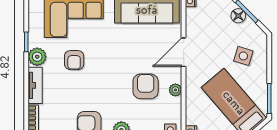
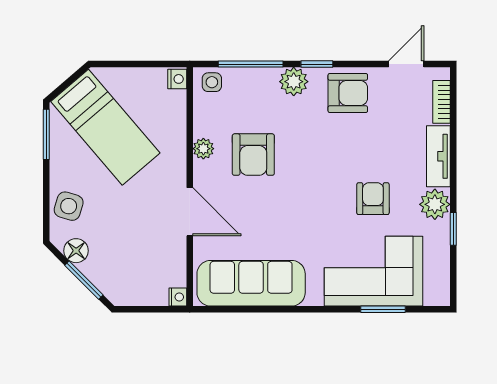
floor lamp: (238, 16) -> (76, 251), moved
door: (184, 52) -> (190, 212), hinge flipped
side table: (243, 56) -> (69, 206), moved

